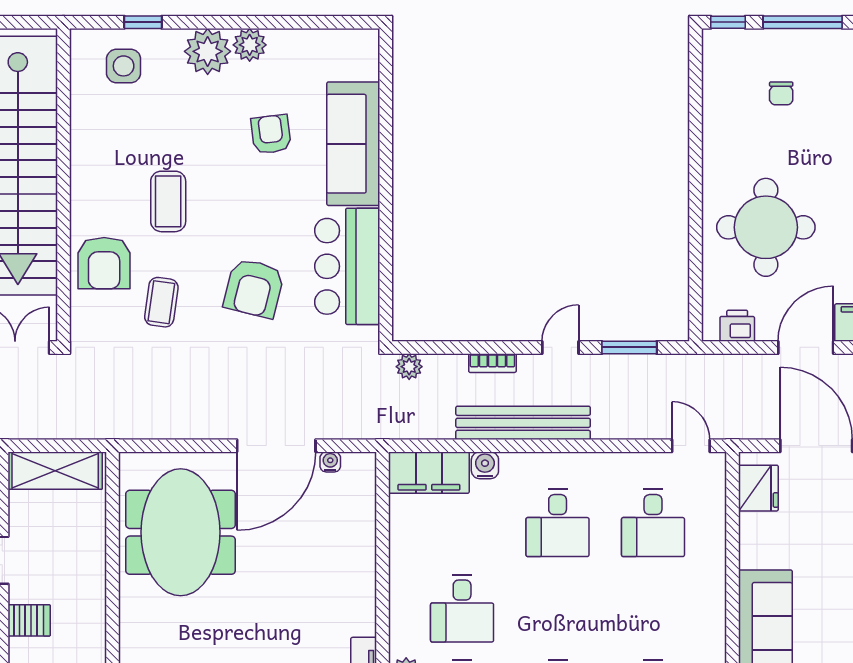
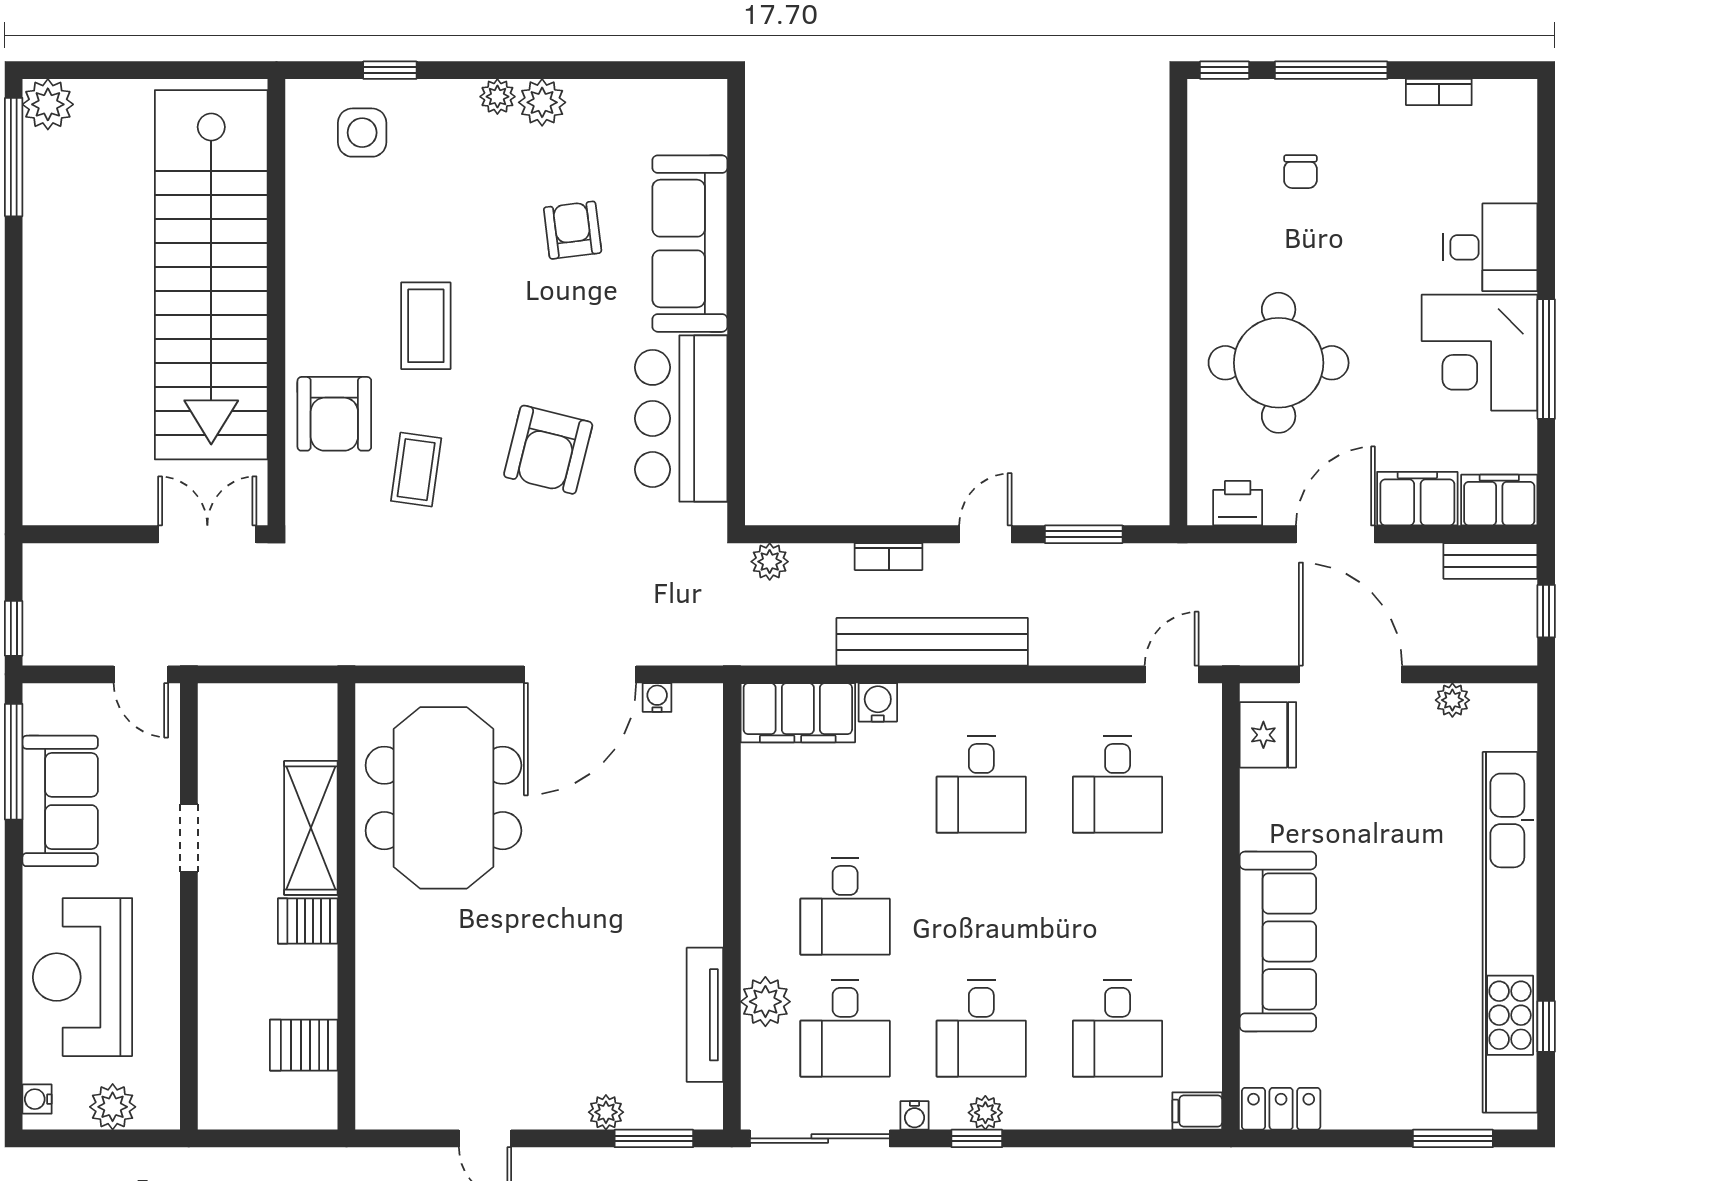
plant: (208, 51) -> (497, 97), width x0.53, depth x0.53
door: (691, 446) -> (1172, 674), hinge flipped
shelving: (55, 471) -> (311, 828), moved, turned 90
server rack: (29, 620) -> (308, 921), moved, turned 180

